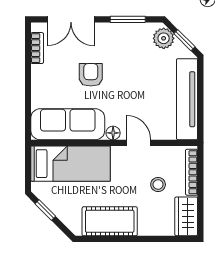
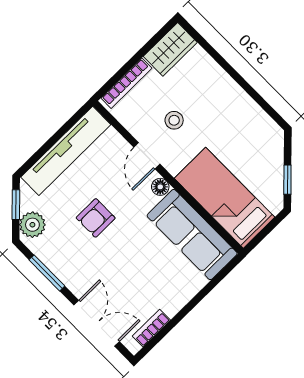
armchair: (91, 75) -> (96, 218), moved
stool: (158, 185) -> (174, 120), moved
cot: (110, 221) -> (241, 113), removed

